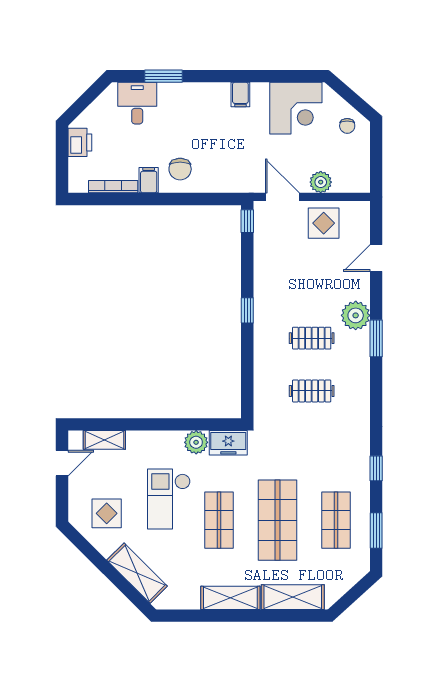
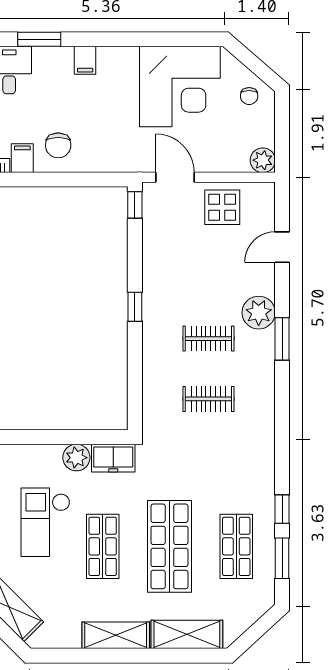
filing cabinet: (240, 95) -> (85, 60), moved
corner desk: (296, 108) -> (180, 86), width x1.36, depth x1.36
plant: (321, 182) -> (263, 160), moved
window: (376, 468) -> (282, 509), moved

